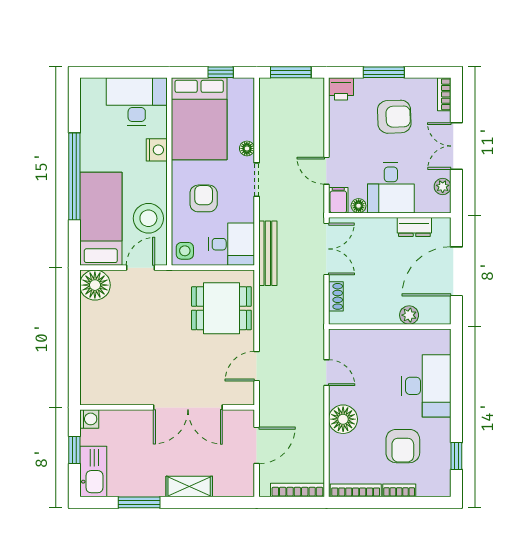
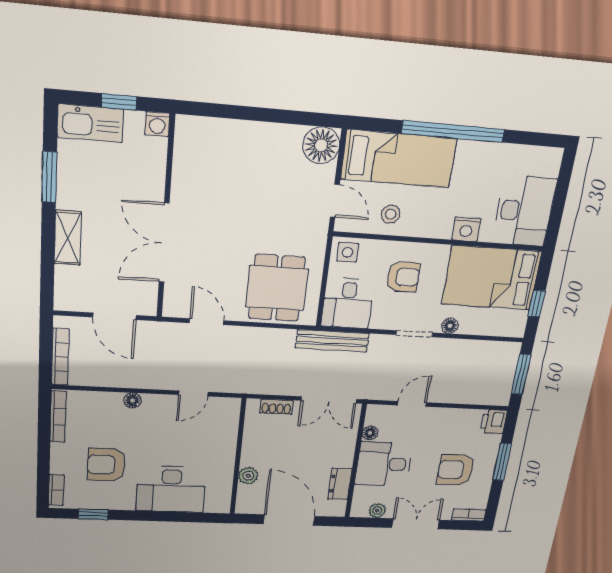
armchair: (394, 117) -> (456, 470), turned 92
filing cabinet: (338, 200) -> (379, 414), removed
stool: (148, 218) -> (391, 214), width x0.53, depth x0.53
floor lamp: (343, 419) -> (132, 400), width x0.53, depth x0.53
bookcase: (399, 490) -> (56, 490), moved

